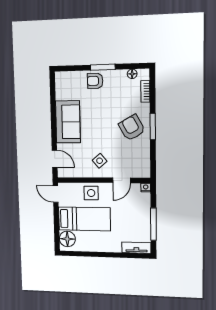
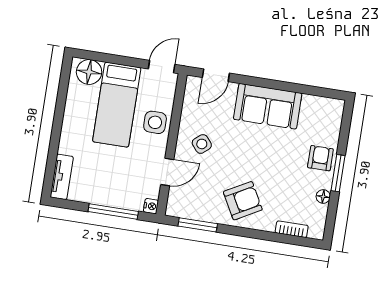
floor lamp: (132, 74) -> (323, 197), moved
window: (153, 127) -> (198, 225), moved
door: (122, 180) -> (167, 172), swing flipped
window: (153, 224) -> (113, 211), moved

